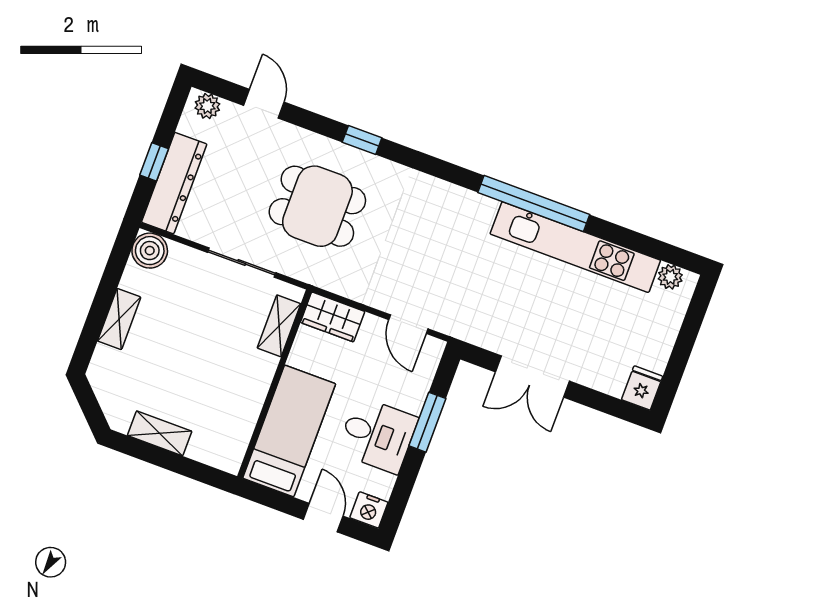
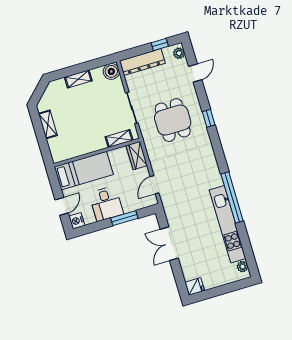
window: (154, 162) -> (160, 45), moved

